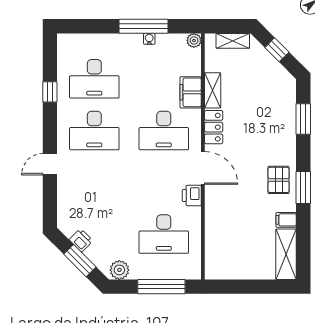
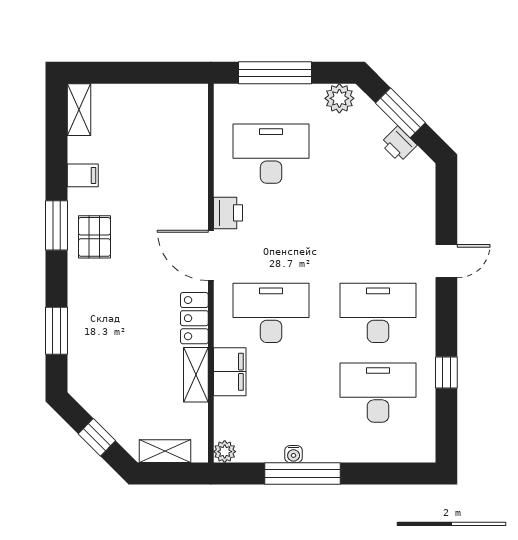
shelving: (286, 254) -> (79, 110), width x0.67, depth x0.75

